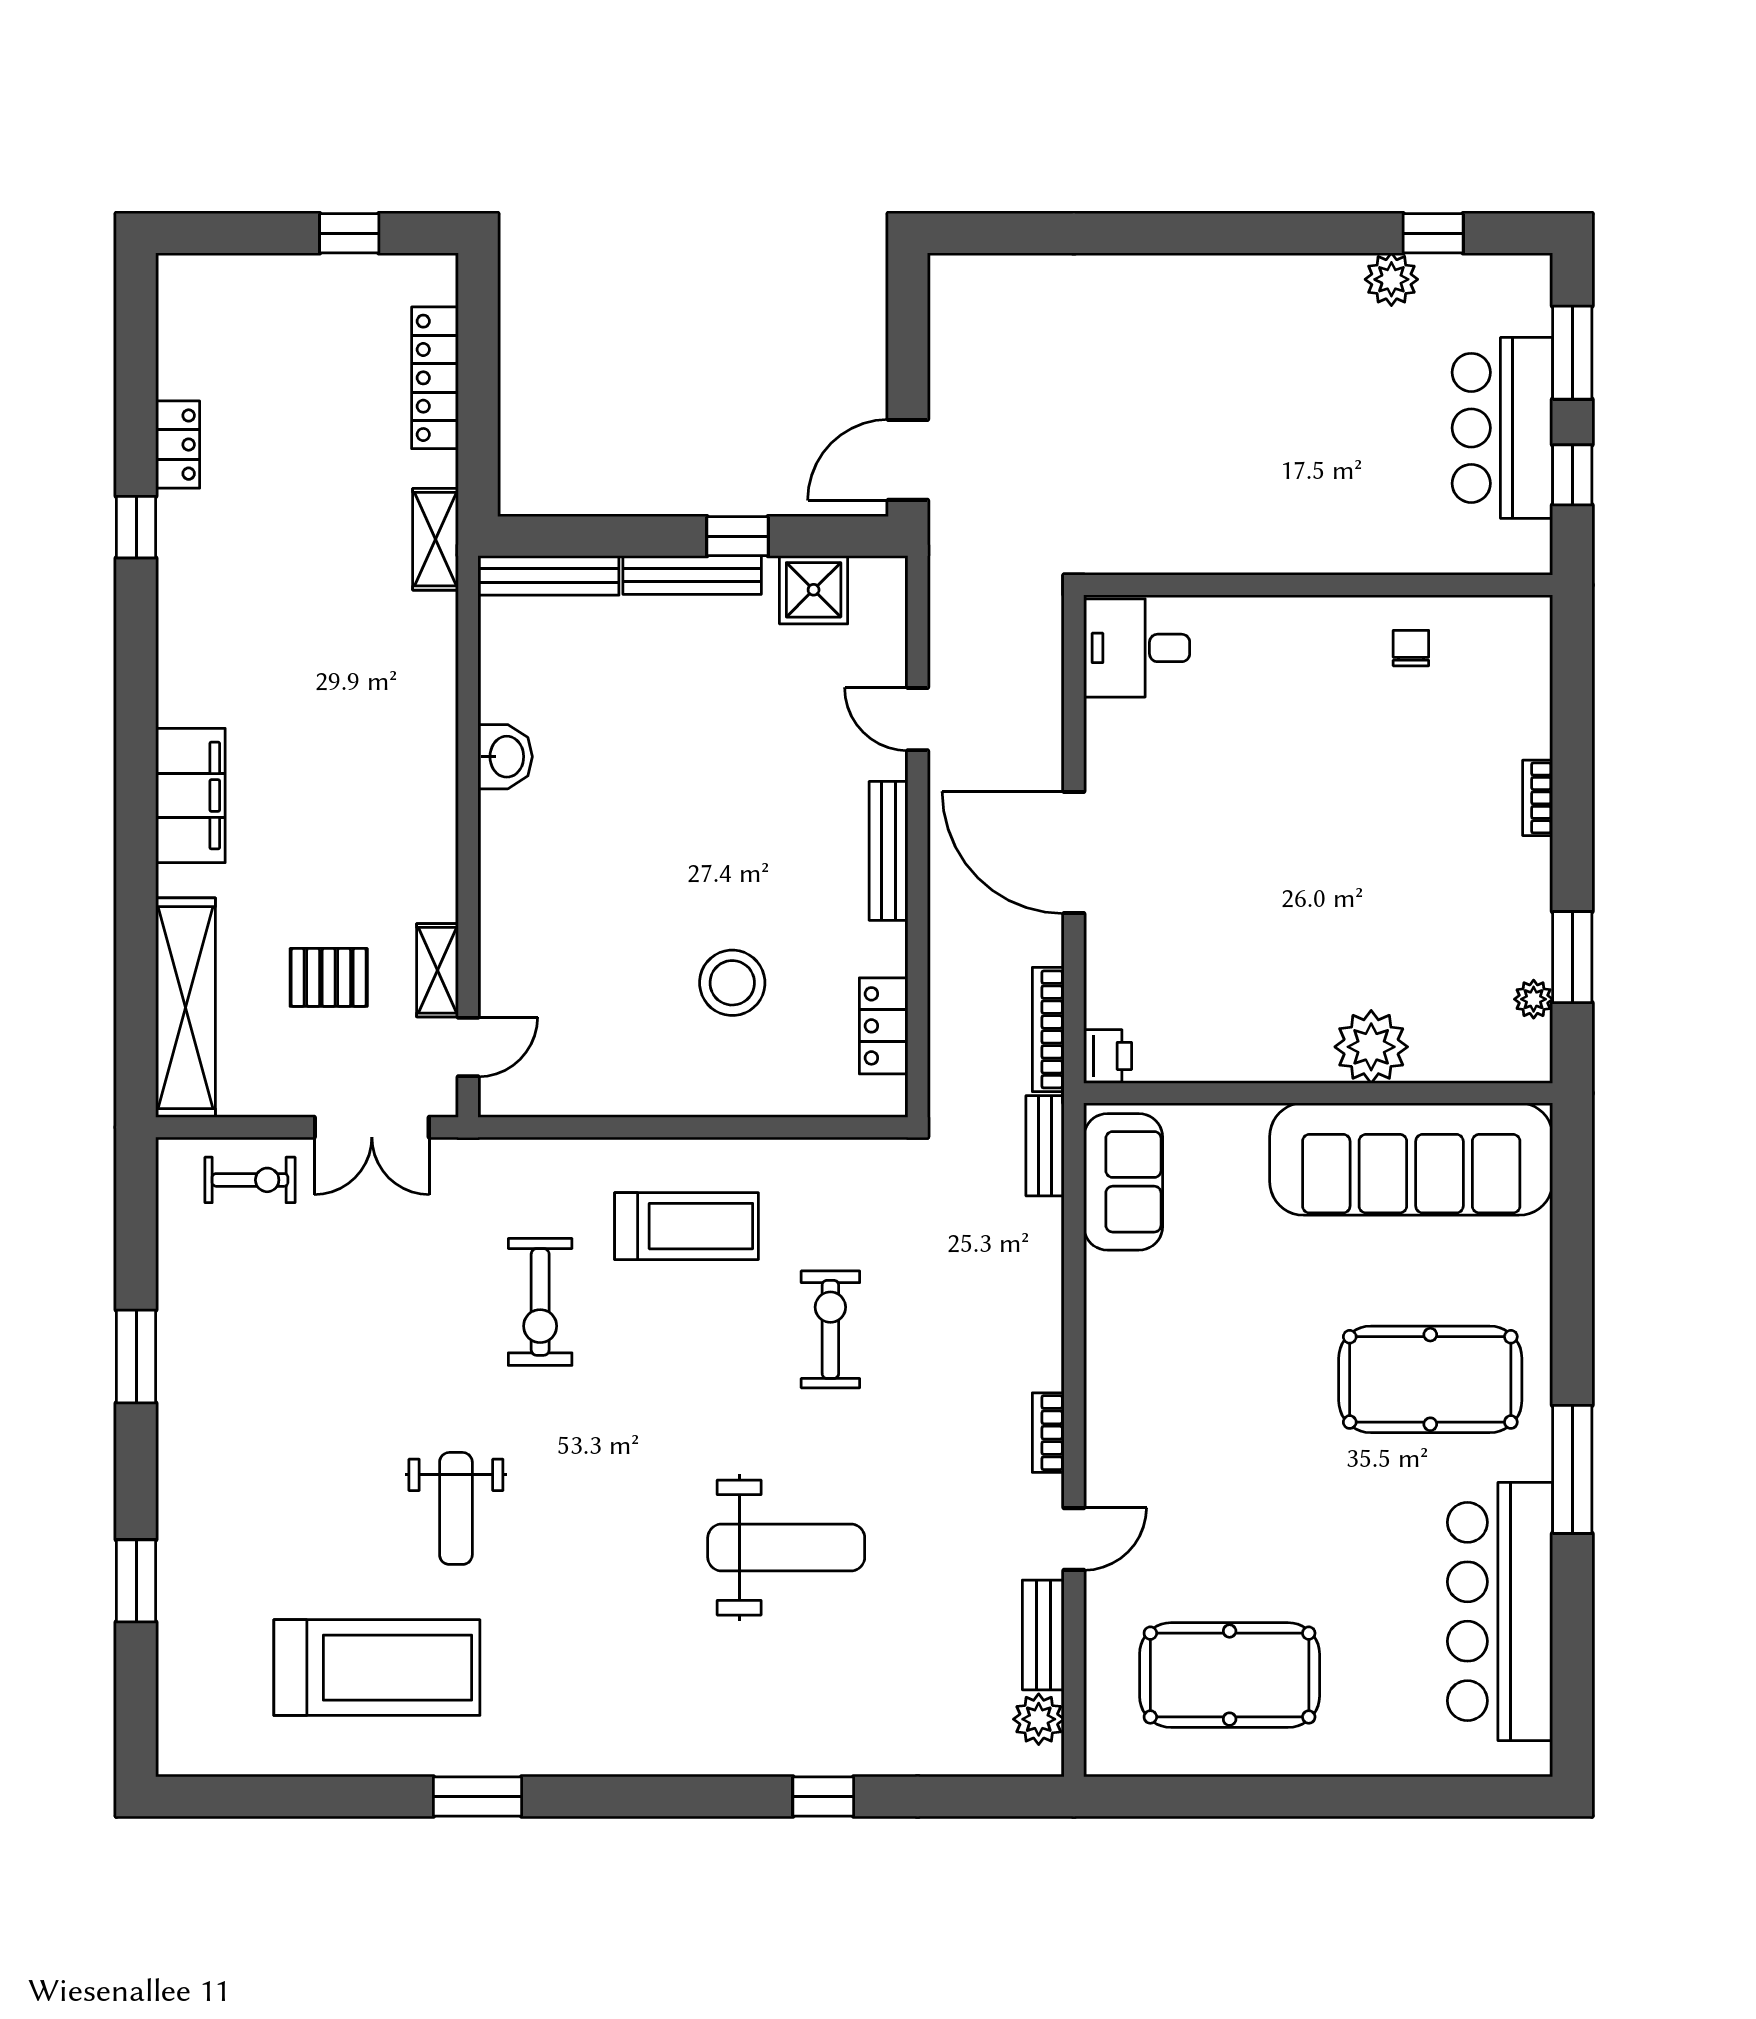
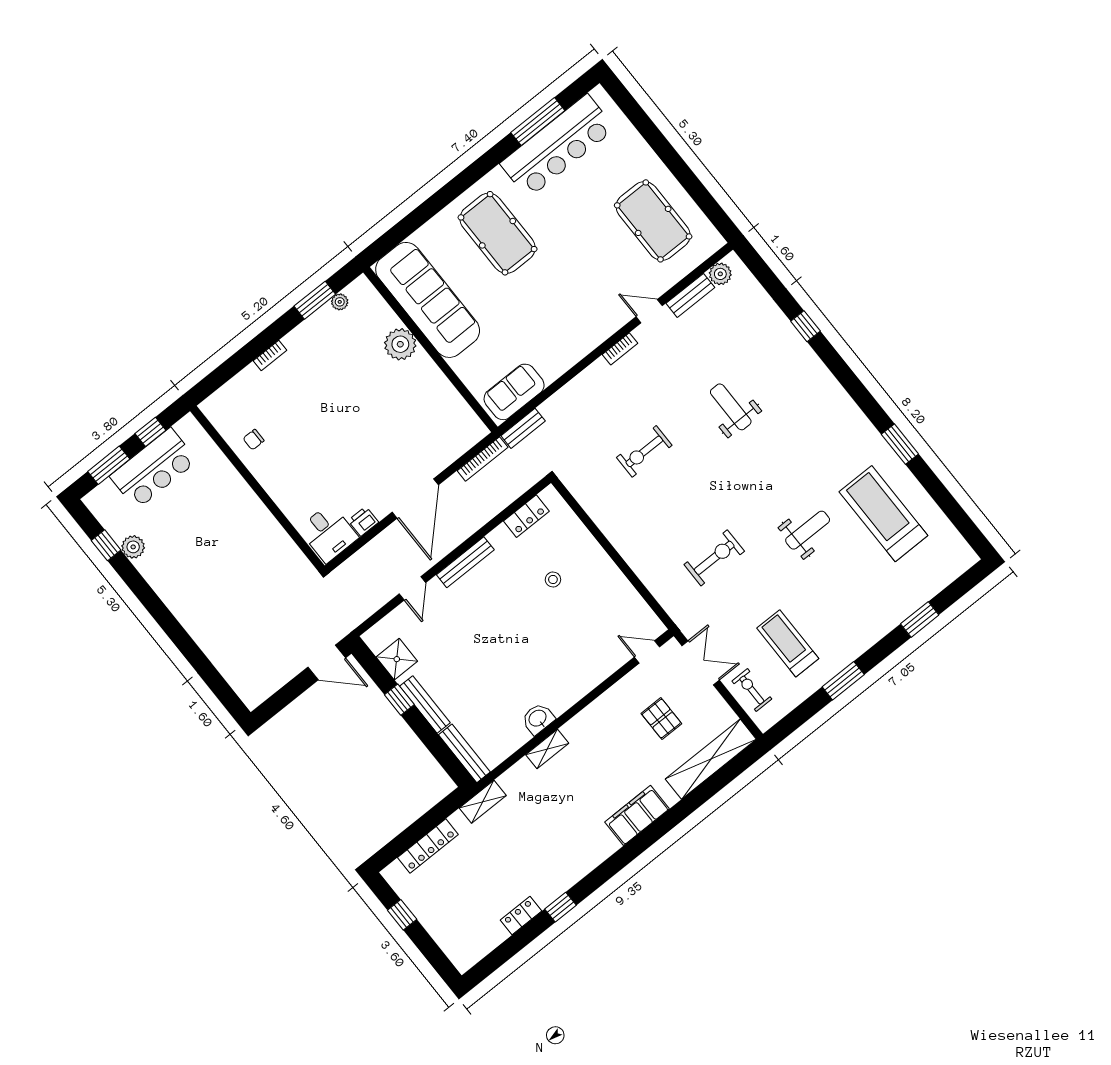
shelving: (438, 970) -> (547, 749), moved
stool: (732, 983) -> (553, 579), width x0.53, depth x0.53
printer: (1108, 1056) -> (363, 521), moved
treadmill: (687, 1226) -> (788, 643), moved
window: (1572, 1469) -> (538, 122), moved
weight bench: (786, 1548) -> (731, 407), width x0.73, depth x0.75

